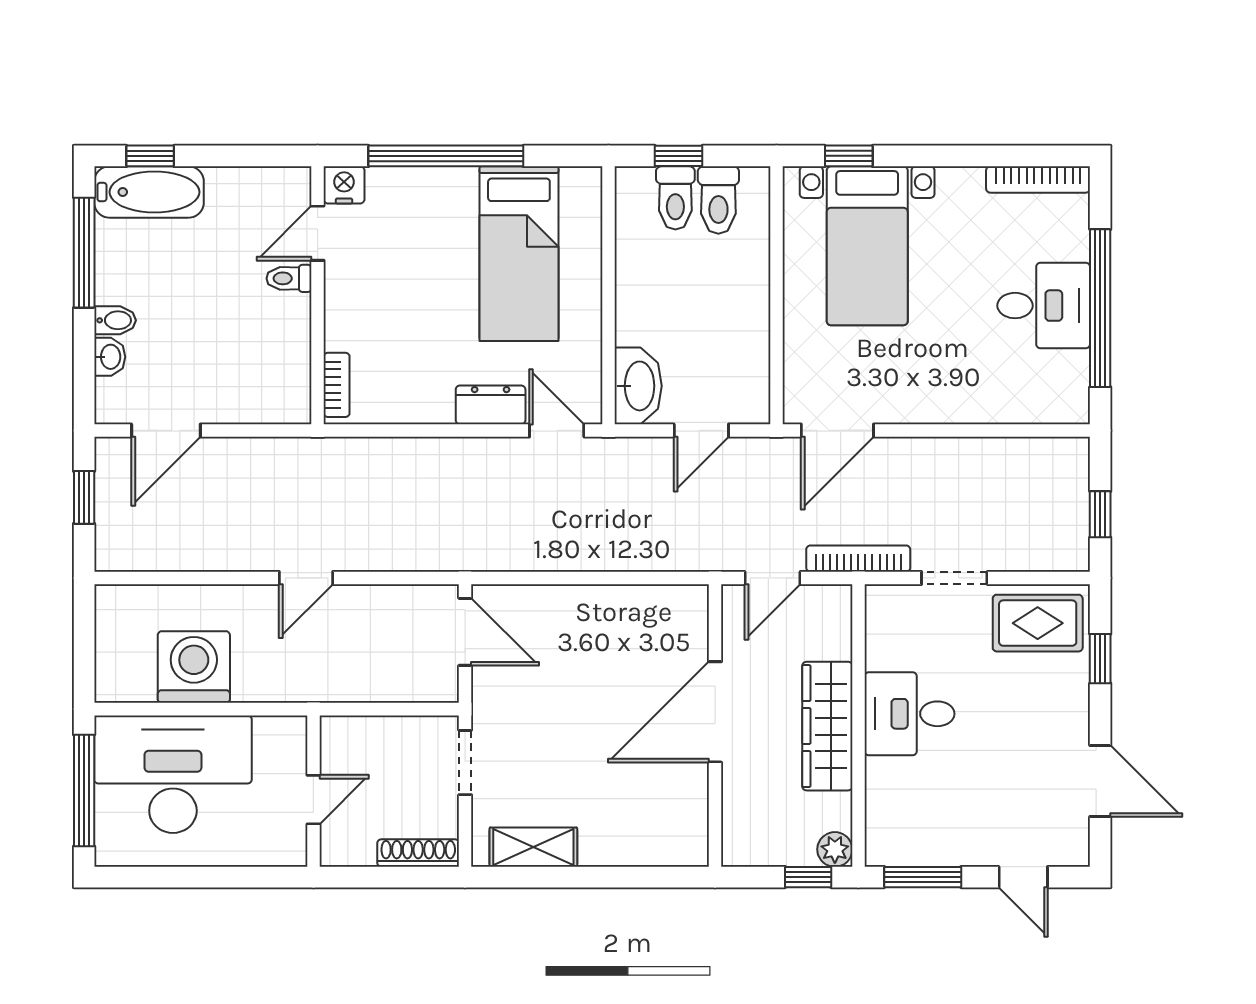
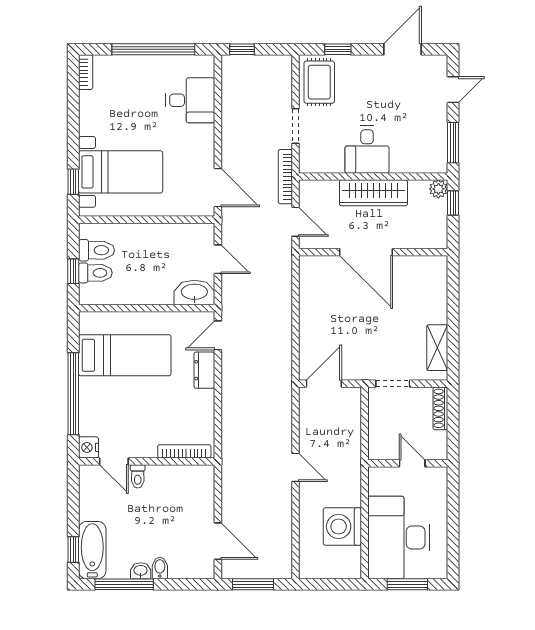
bookcase: (1038, 179) -> (86, 72), width x0.64
desk: (1044, 306) -> (190, 100), moved, turned 90
washbasin: (110, 357) -> (141, 571), moved
bookcase: (337, 385) -> (184, 451), width x1.56
window: (84, 497) -> (253, 584), width x1.50
window: (1100, 514) -> (242, 49), moved
window: (84, 791) -> (407, 584), width x0.69

